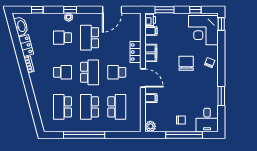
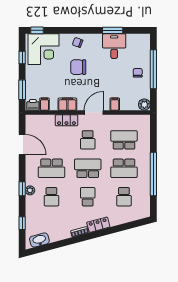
locker: (26, 46) -> (98, 225), moved
school desk: (62, 107) -> (124, 197), width x0.54
desk: (207, 120) -> (114, 46), moved, turned -90

